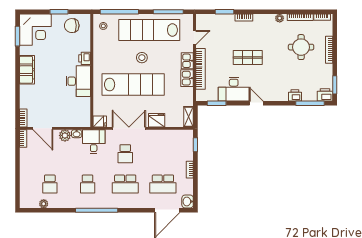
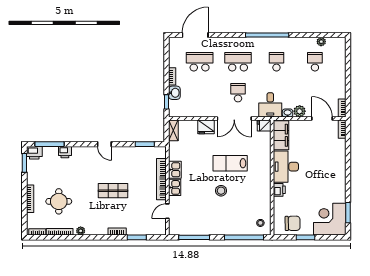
lab bench: (149, 30) -> (213, 219), removed
filing cabinet: (27, 70) -> (281, 135), moved, turned 180
lab bench: (133, 84) -> (230, 163), width x0.54, depth x0.72
desk: (234, 89) -> (127, 159), removed
washbasin: (188, 201) -> (174, 93), moved

